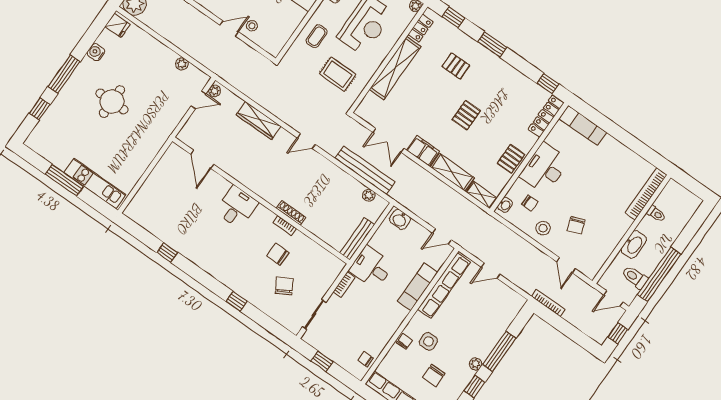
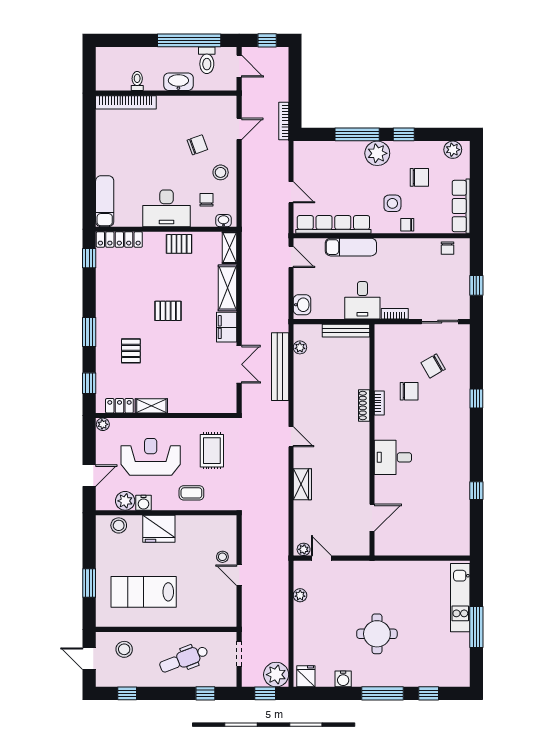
shelving: (395, 68) -> (151, 406), width x0.45, depth x0.75
wardrobe: (258, 120) -> (302, 484), width x0.67
chair: (278, 254) -> (409, 391), turned -90
plant: (476, 364) -> (377, 153), width x1.87, depth x1.87

